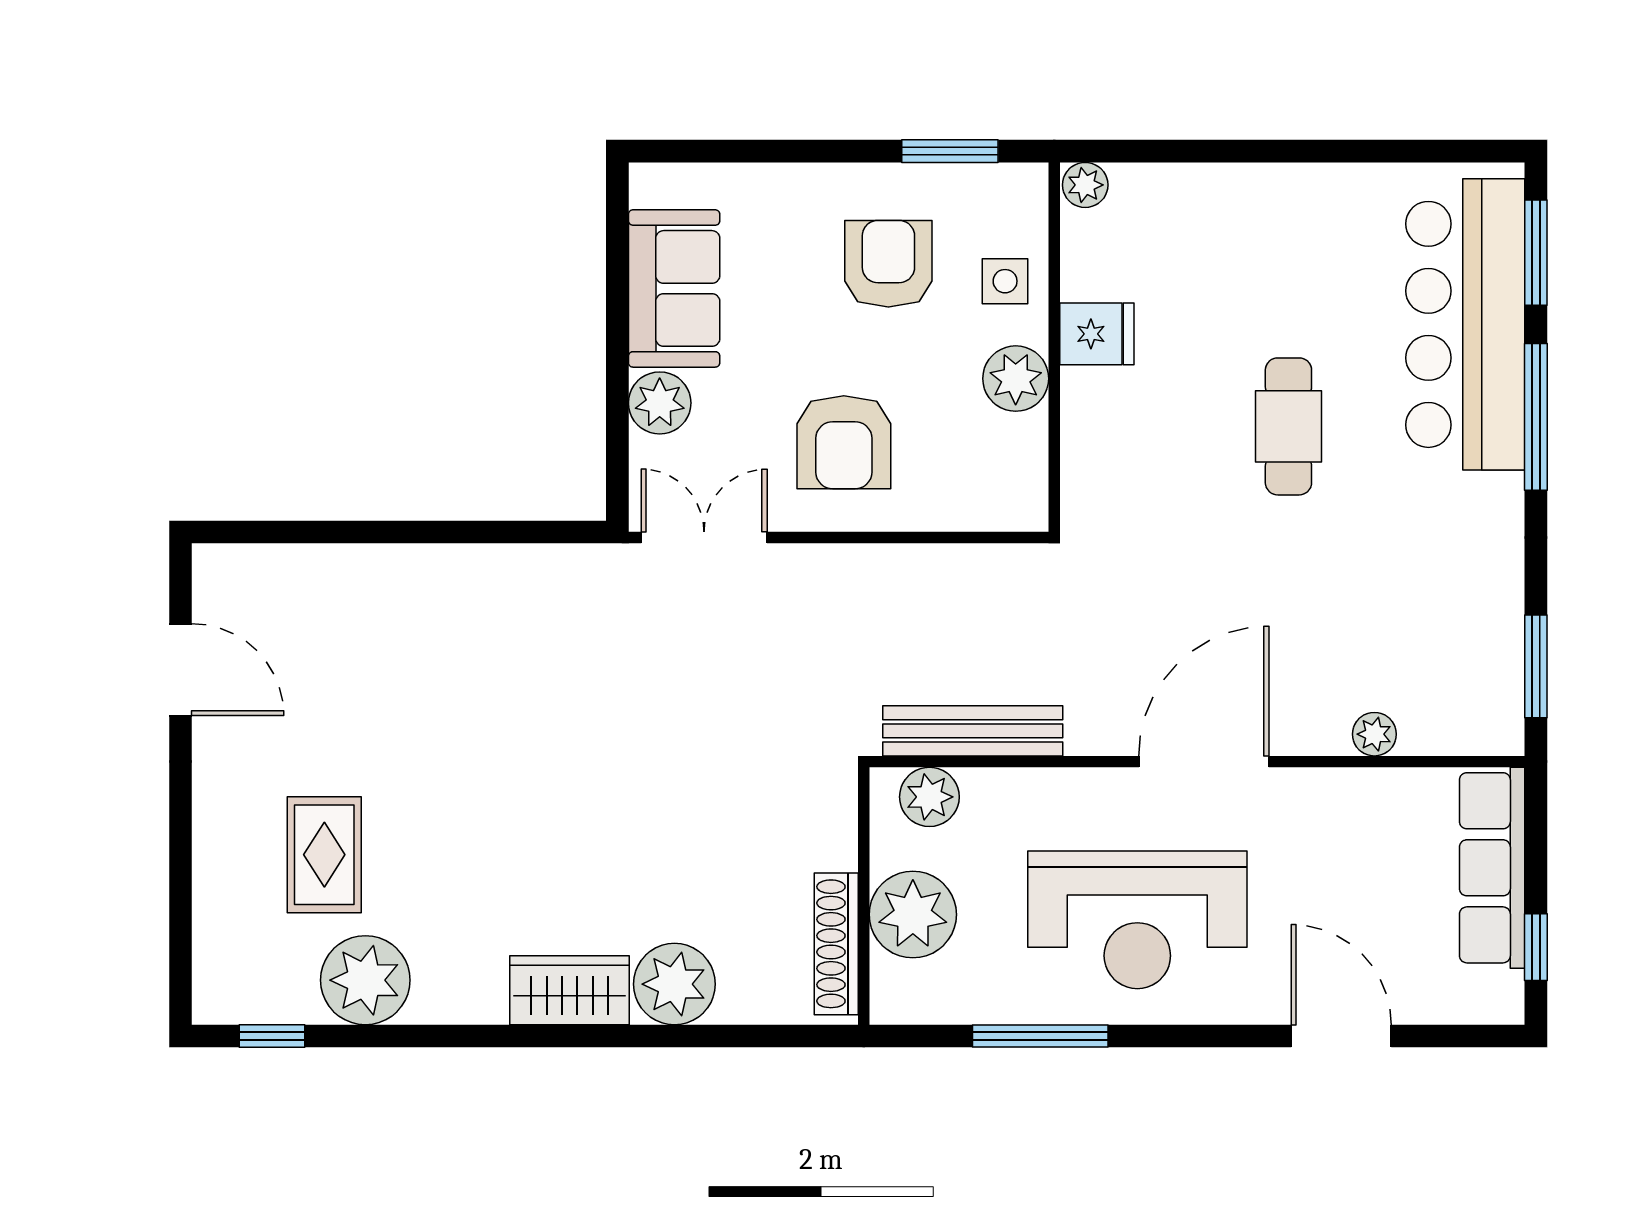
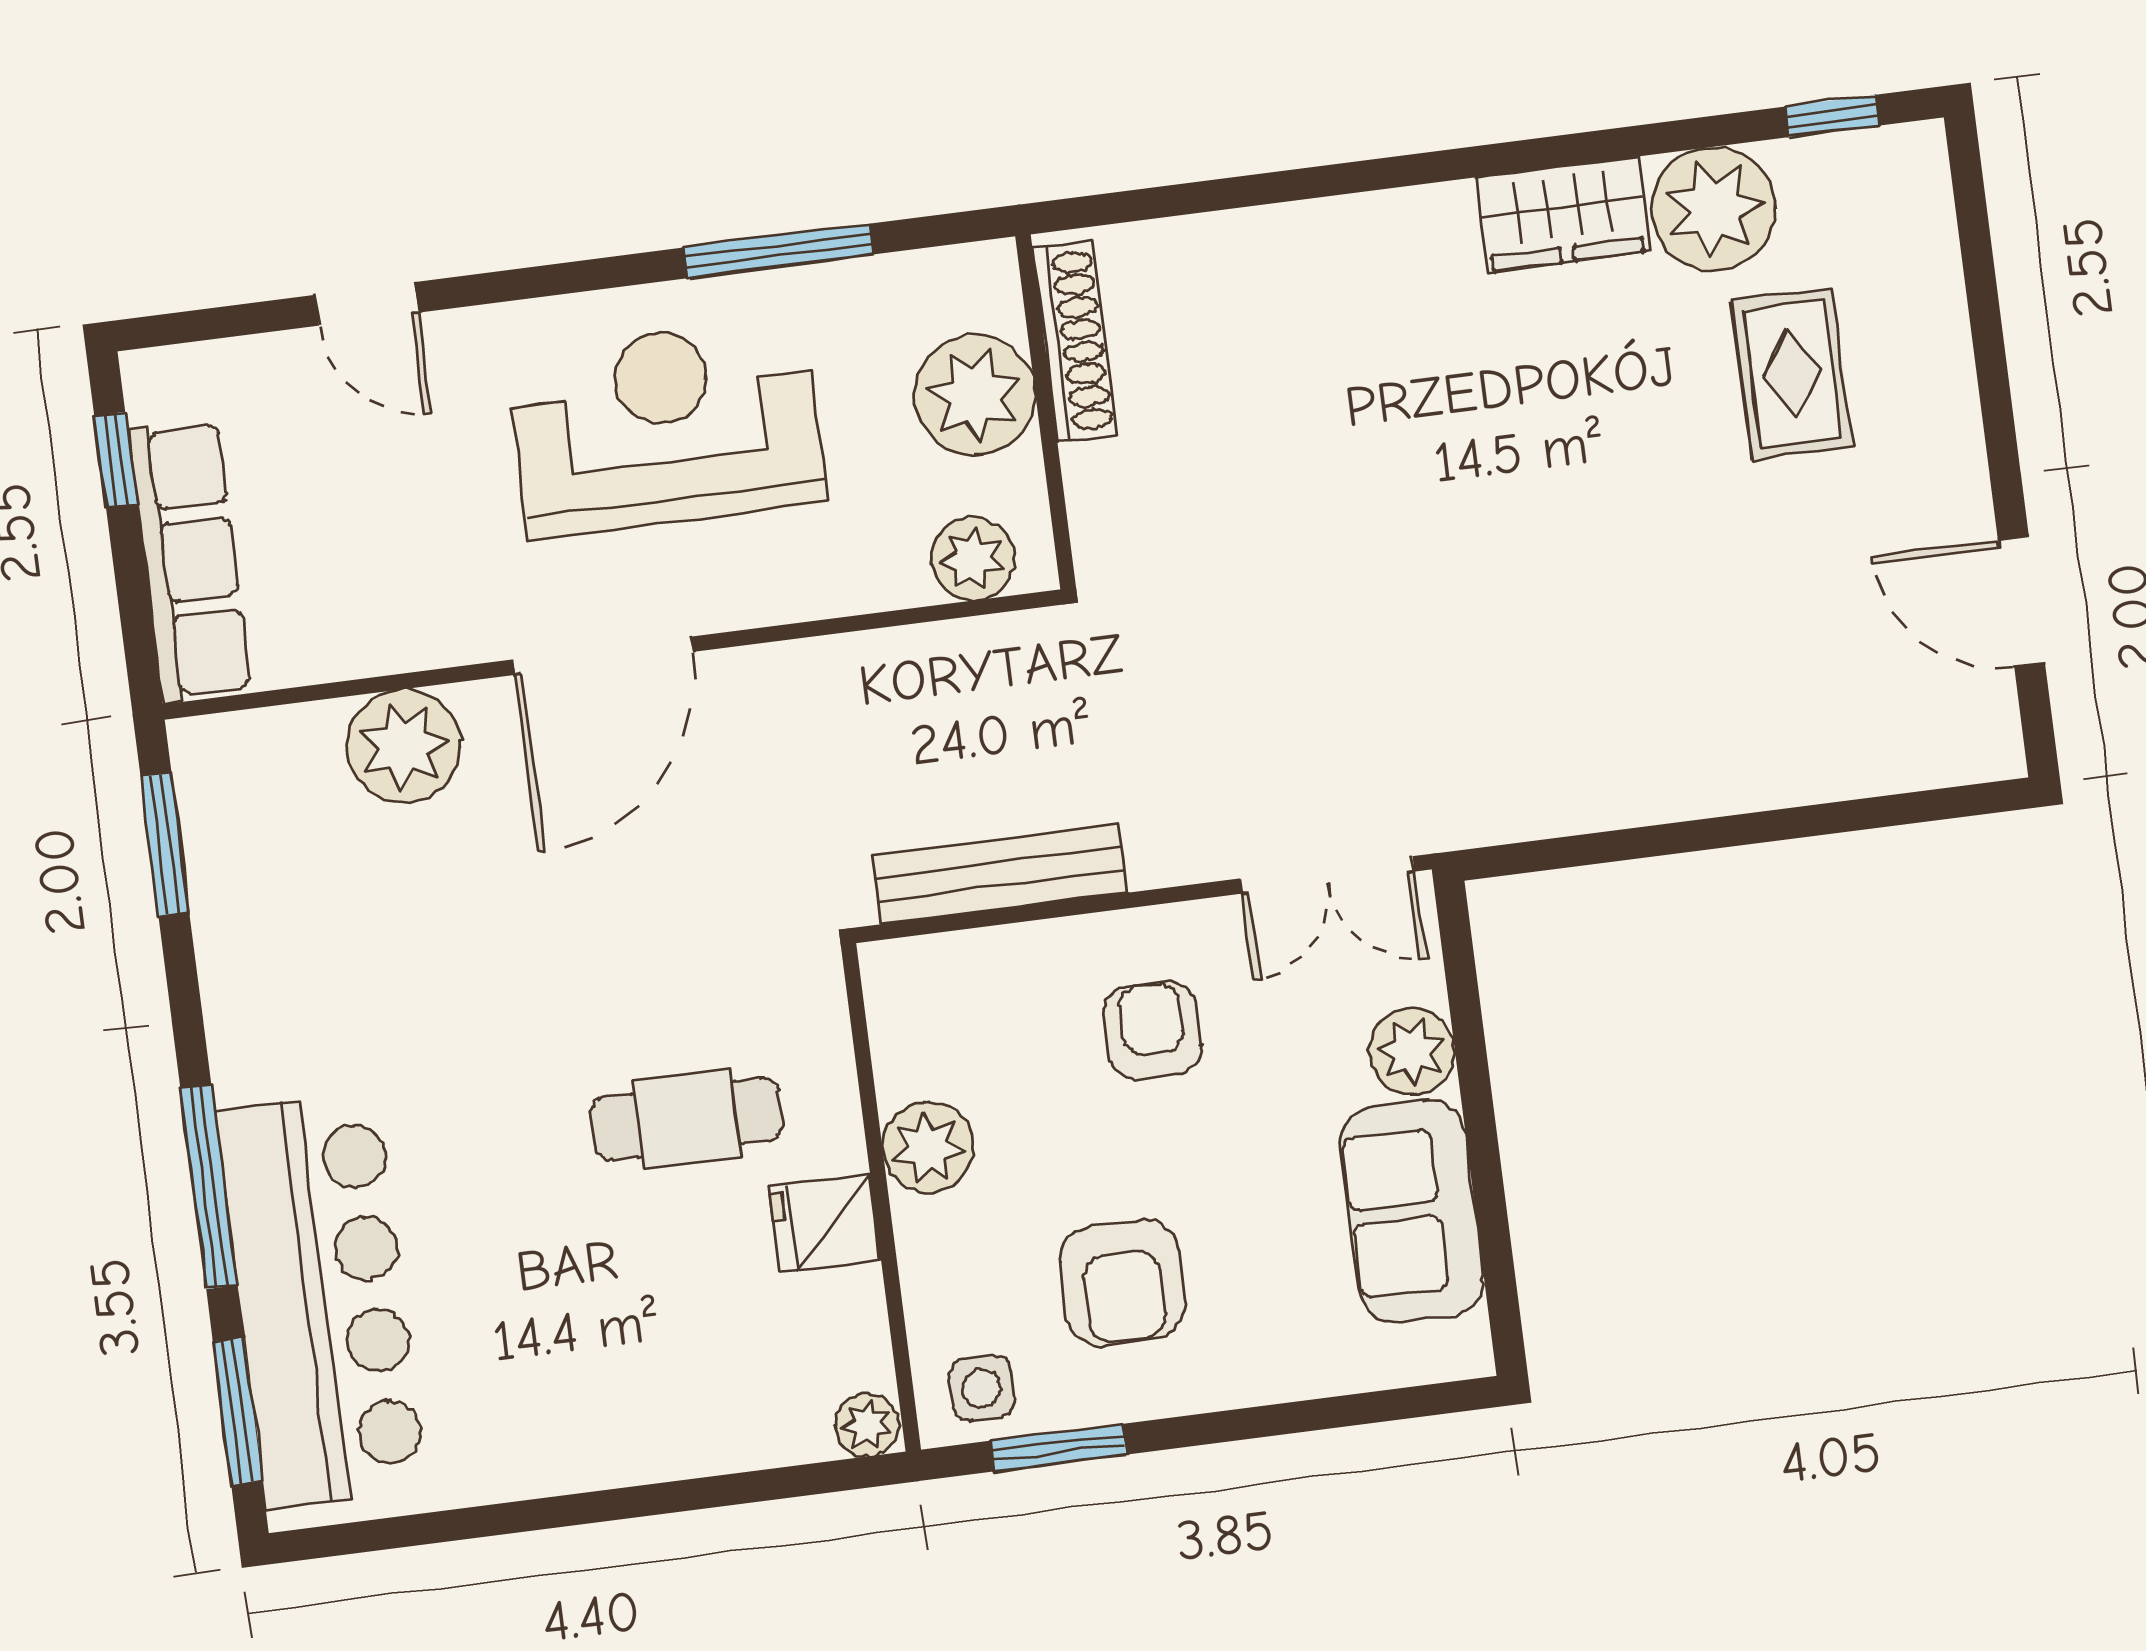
side table: (1005, 281) -> (982, 1388), moved
cafe table: (1288, 426) -> (687, 1119), moved, turned 90
armchair: (844, 442) -> (1152, 1030), width x0.72, depth x0.72
bench: (973, 731) -> (999, 874), moved
plant: (1374, 734) -> (404, 746), width x1.88, depth x1.88
plant: (674, 984) -> (1289, 258), removed
wardrobe: (570, 990) -> (1563, 214), moved
door: (1341, 1036) -> (367, 304), width x0.73

